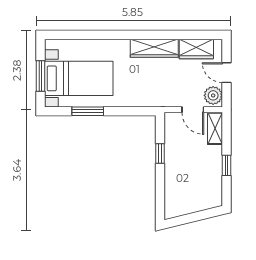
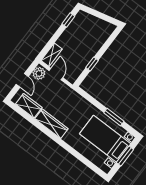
window: (226, 165) -> (68, 20), moved

